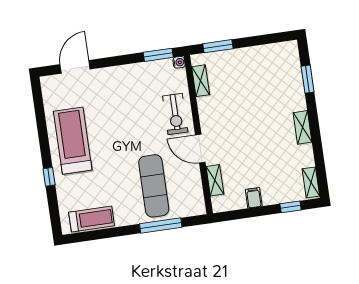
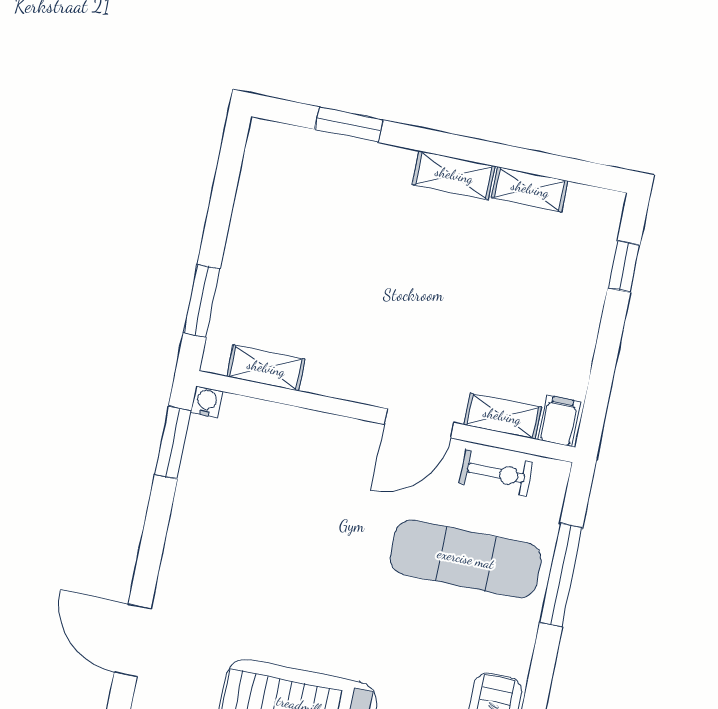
exercise bike: (175, 114) -> (496, 473), moved, width x0.73, depth x0.72
shelving: (311, 182) -> (530, 189), moved
filing cabinet: (254, 198) -> (559, 421), moved, turned 90

